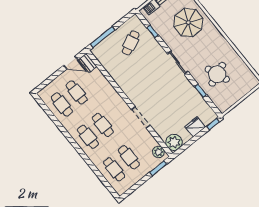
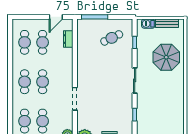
door: (71, 63) -> (56, 17), hinge flipped
dresser: (88, 63) -> (68, 39), moved
round table: (217, 74) -> (157, 112), removed

